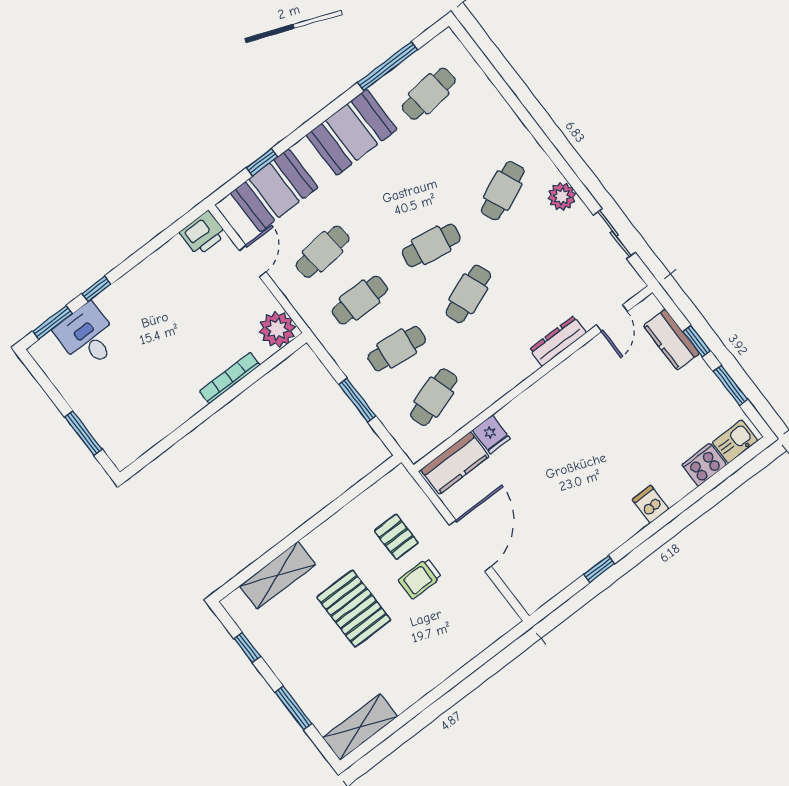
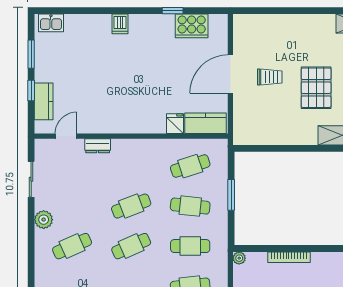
cafe table: (431, 245) -> (131, 246), turned -33
plant: (277, 329) -> (239, 258), width x0.53, depth x0.53
dresser: (558, 341) -> (98, 146), width x0.70
cooker: (704, 465) -> (192, 26), moved, width x1.37, depth x1.31
pallet: (396, 537) -> (265, 108), removed

